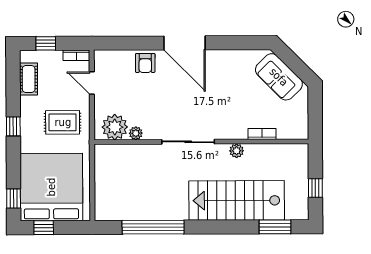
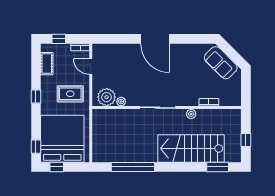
armchair: (145, 63) -> (128, 53), removed

